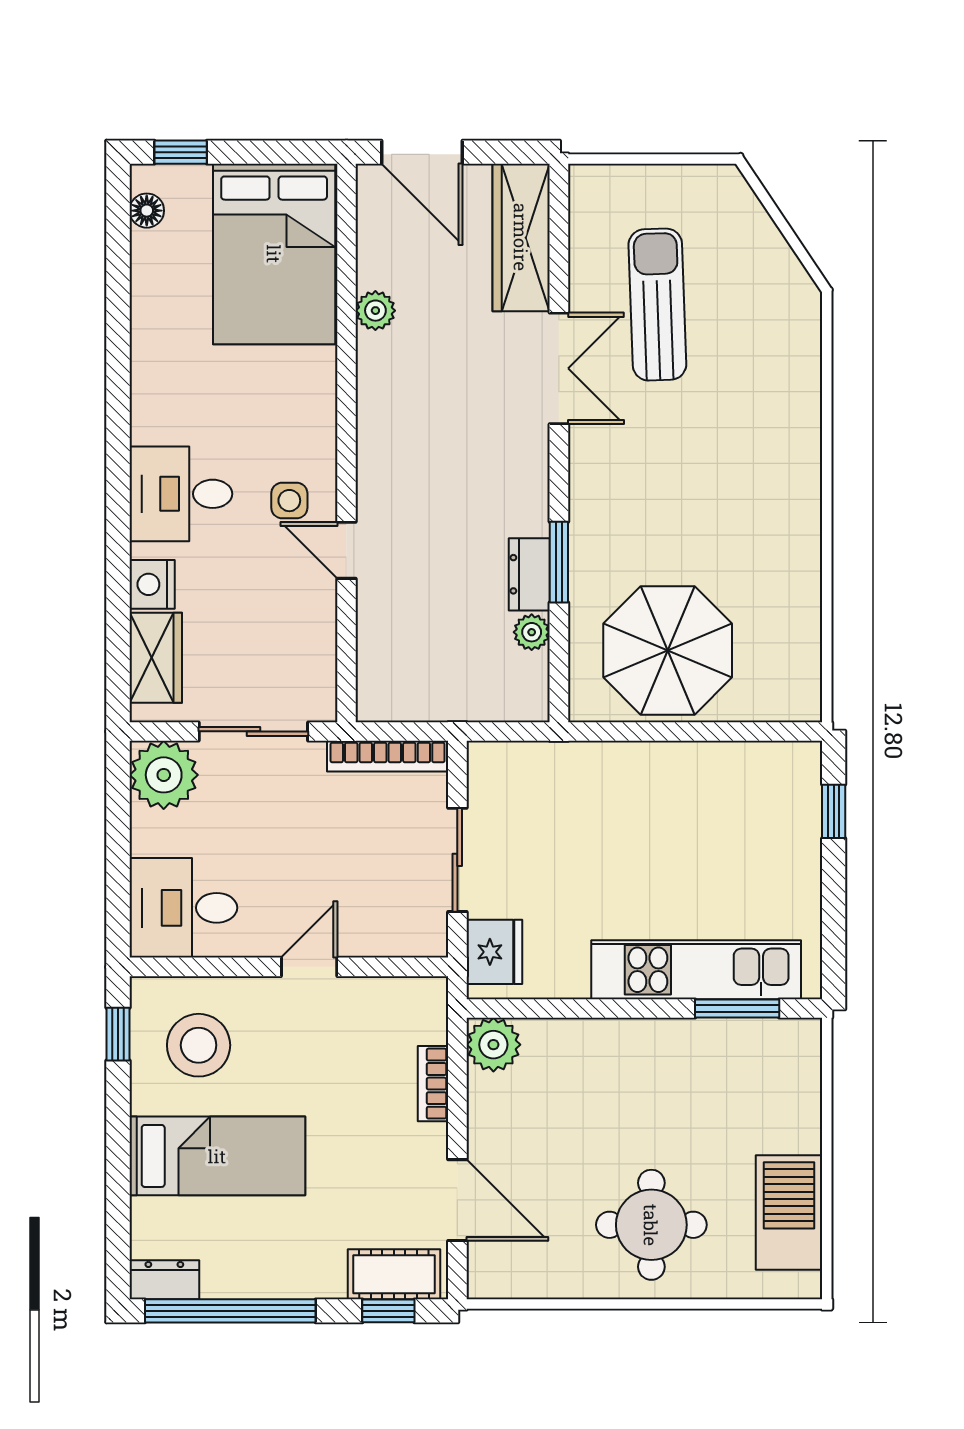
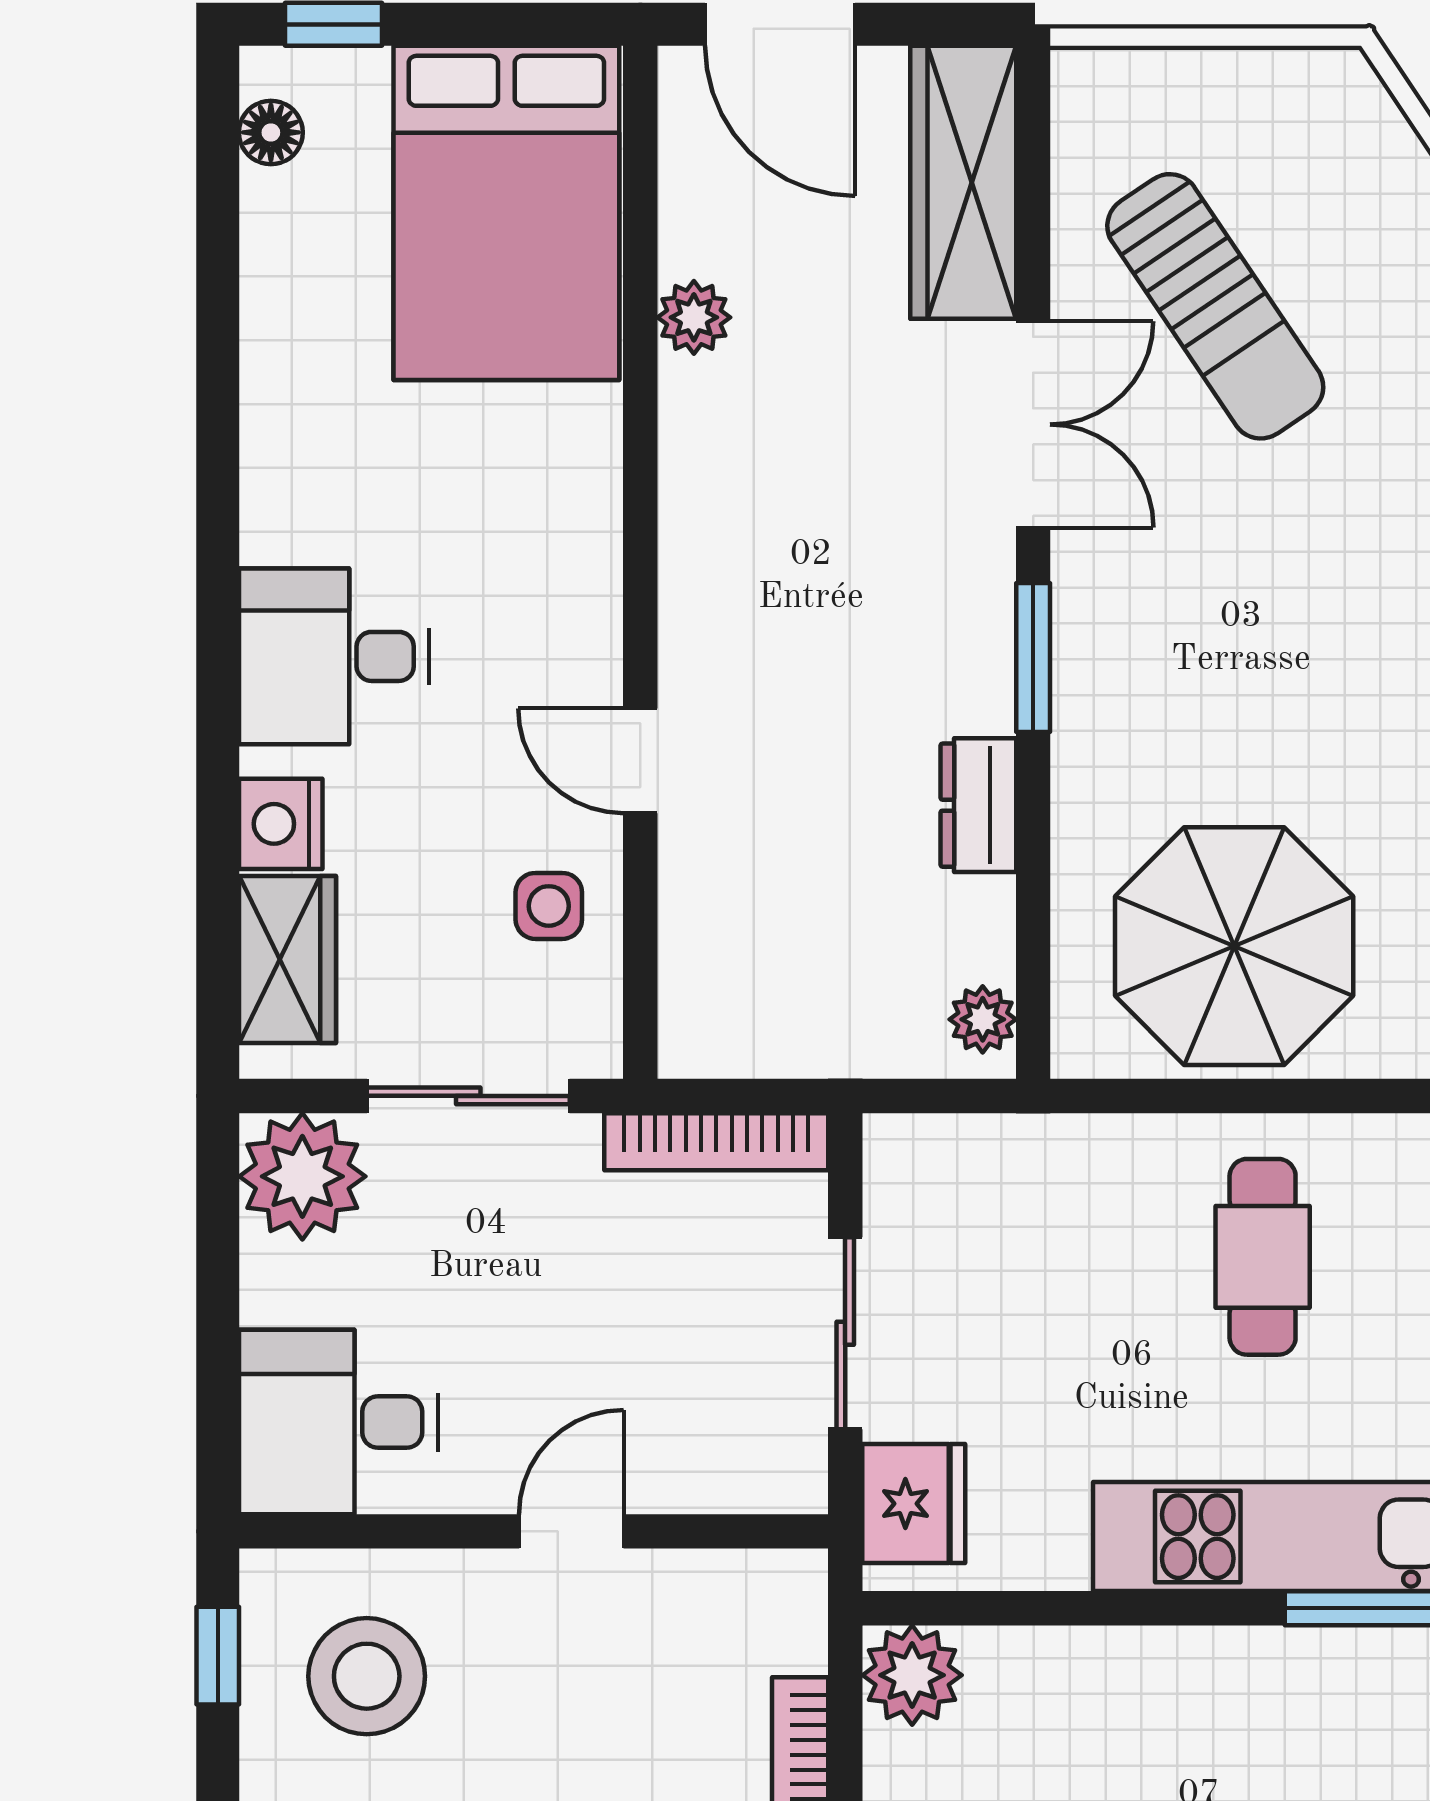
sun lounger: (657, 305) -> (1215, 306), turned 148
side table: (289, 501) -> (549, 906), moved
window: (559, 562) -> (1033, 657), moved
plant: (532, 632) -> (983, 1019), moved
cafe table: (683, 818) -> (1263, 1257), added

